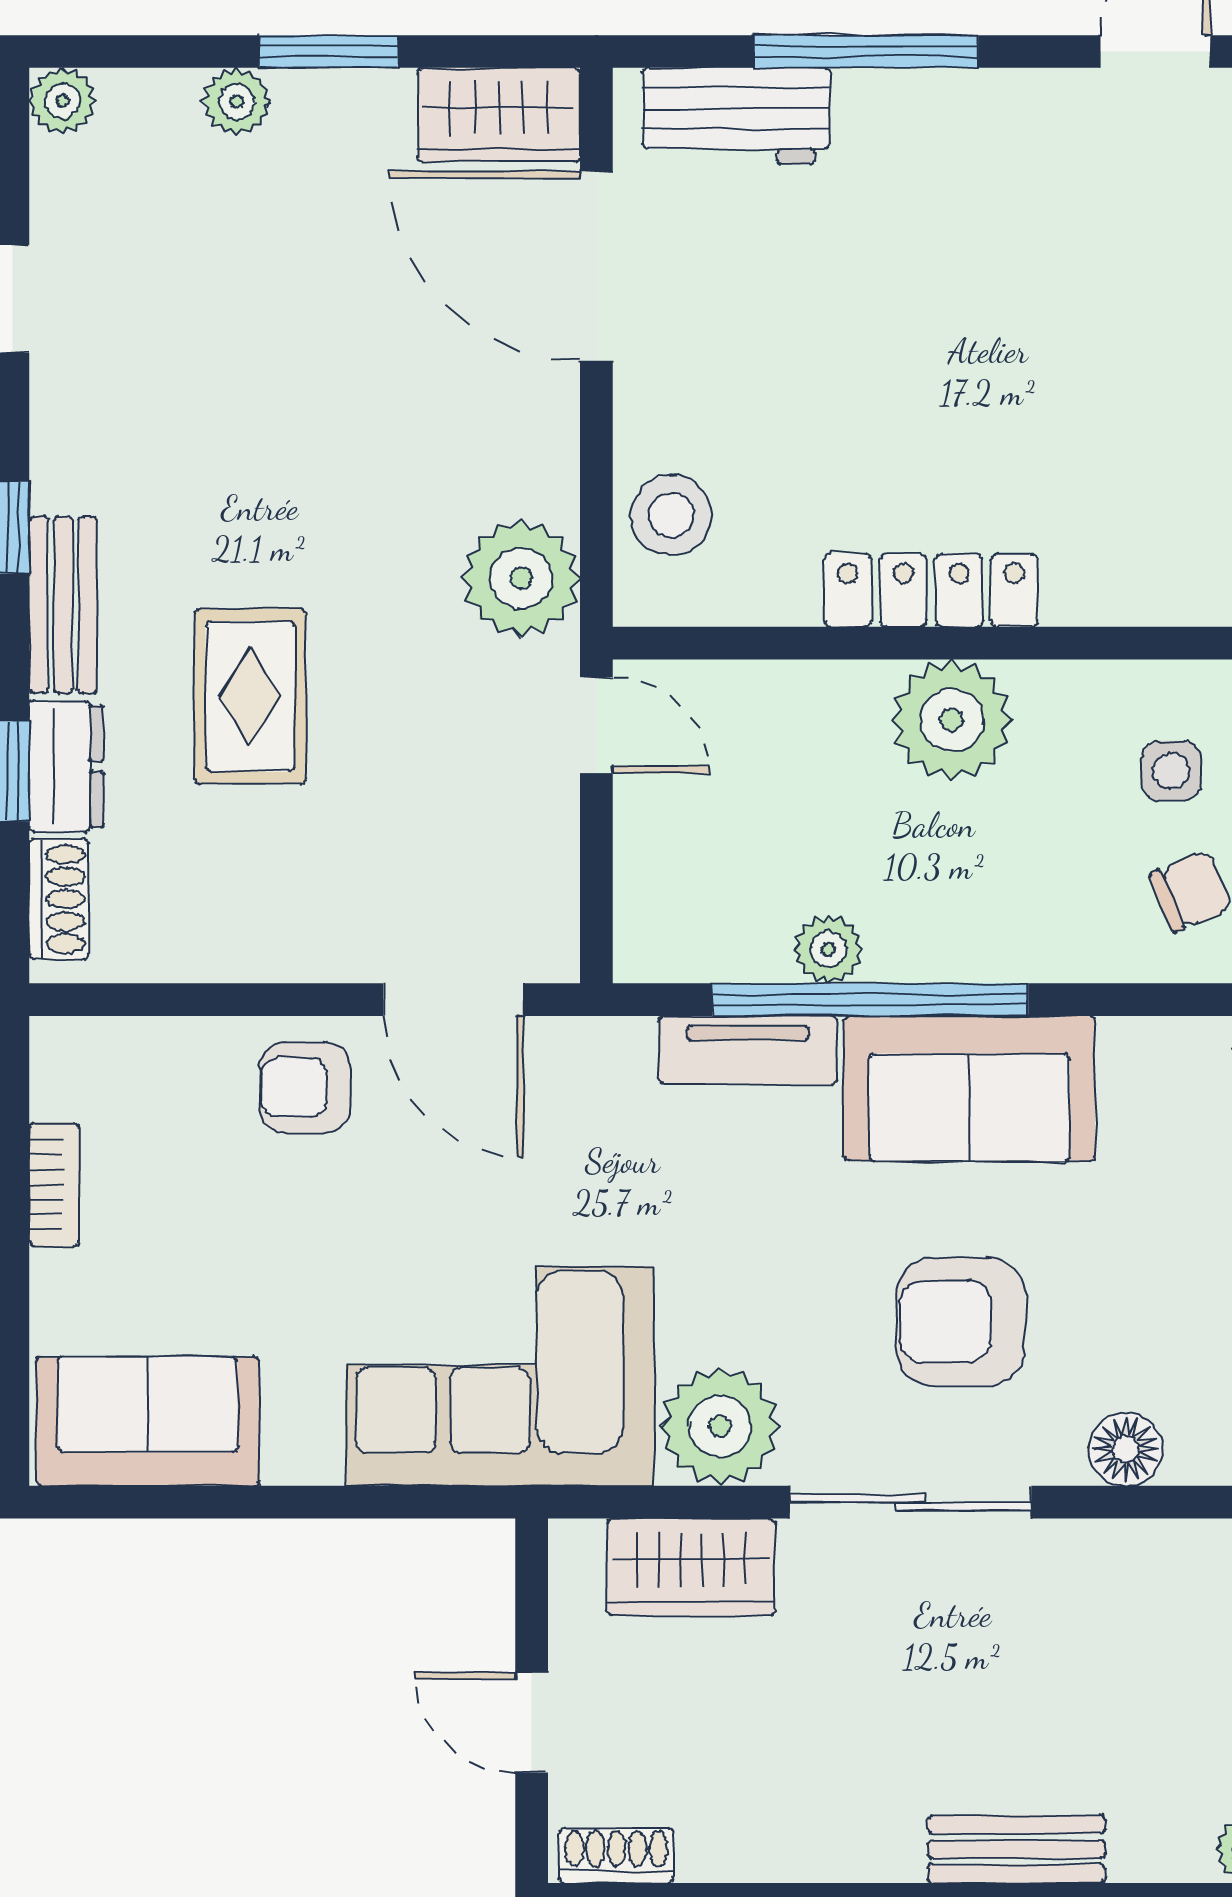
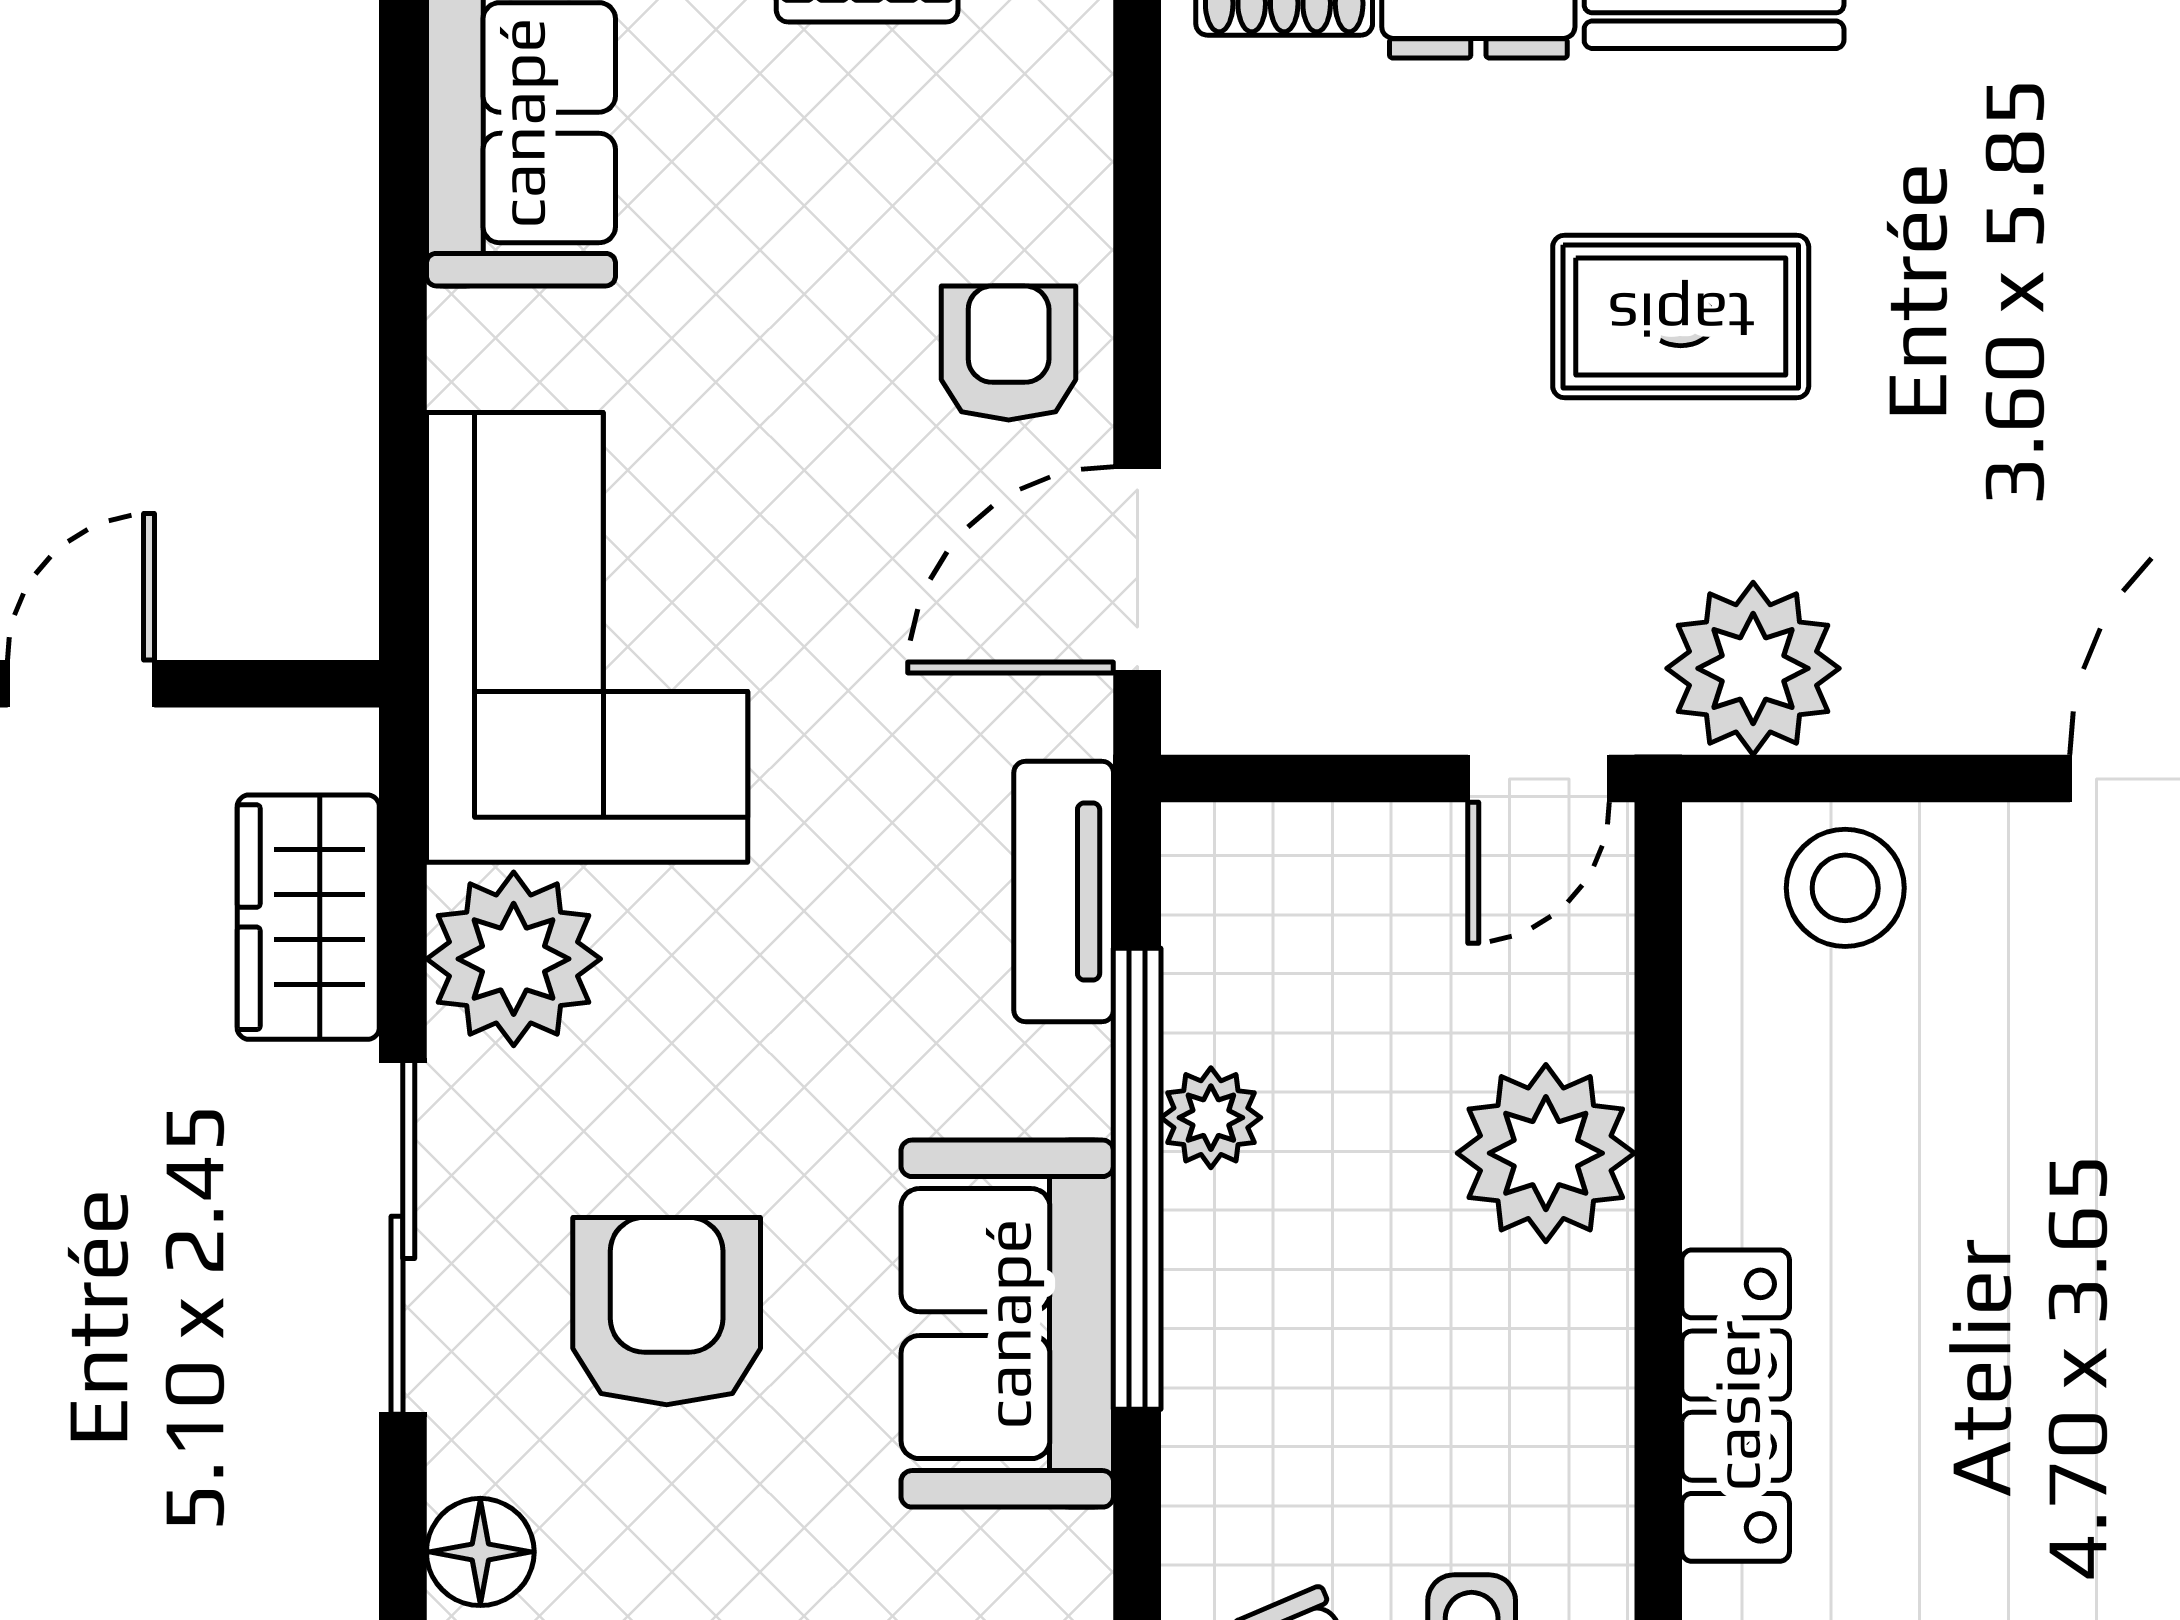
locker: (931, 590) -> (1736, 1406), moved
rug: (250, 696) -> (1681, 317), moved
plant: (952, 720) -> (1546, 1153), moved
tv unit: (748, 1050) -> (1064, 892), moved

